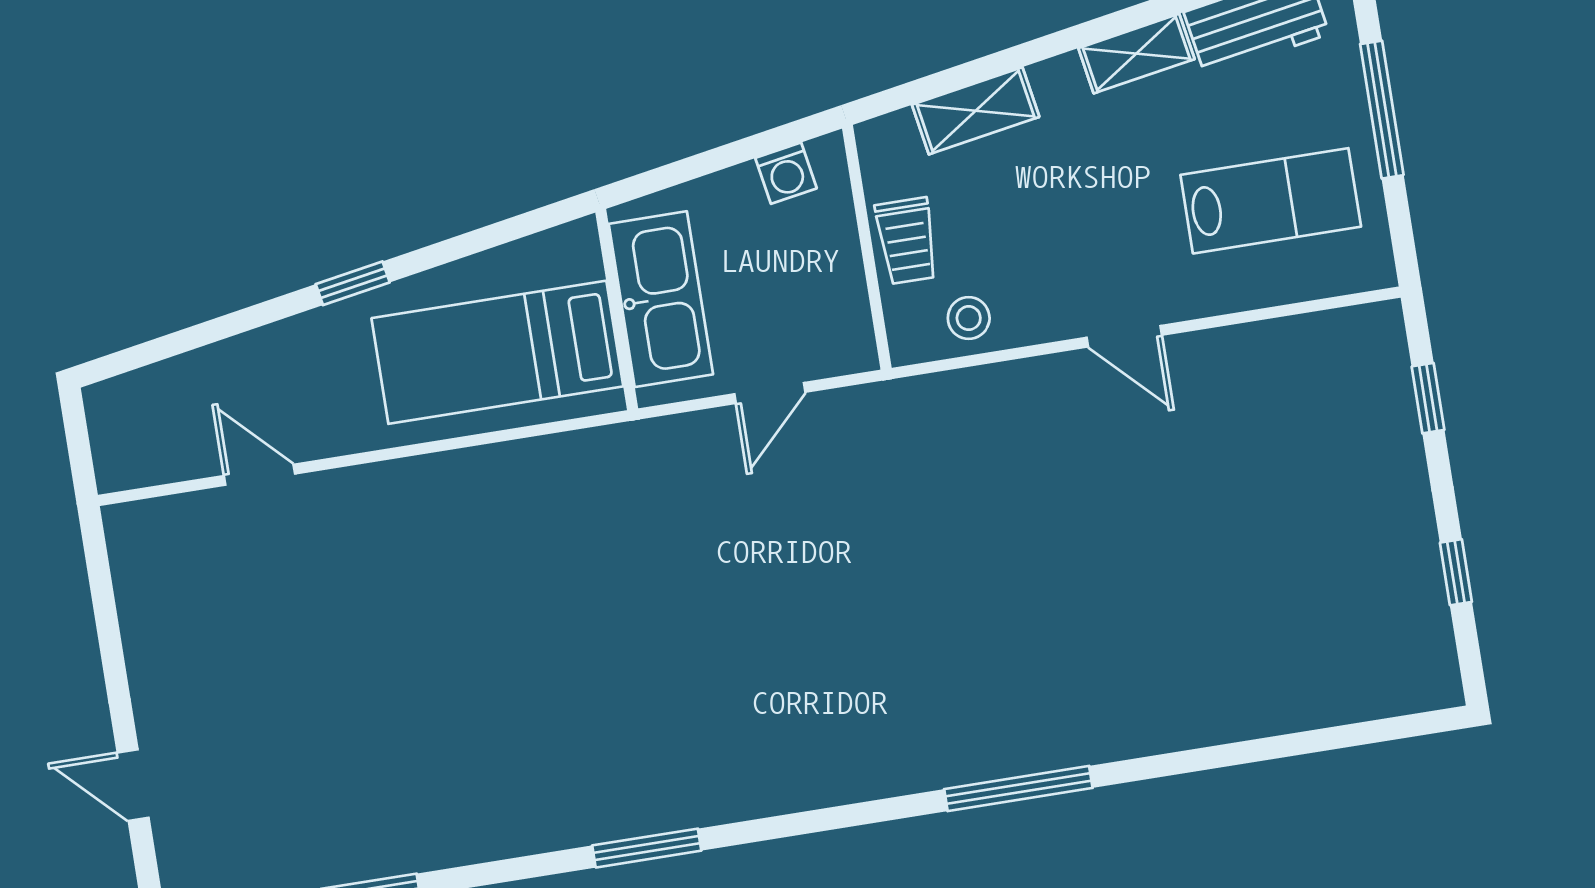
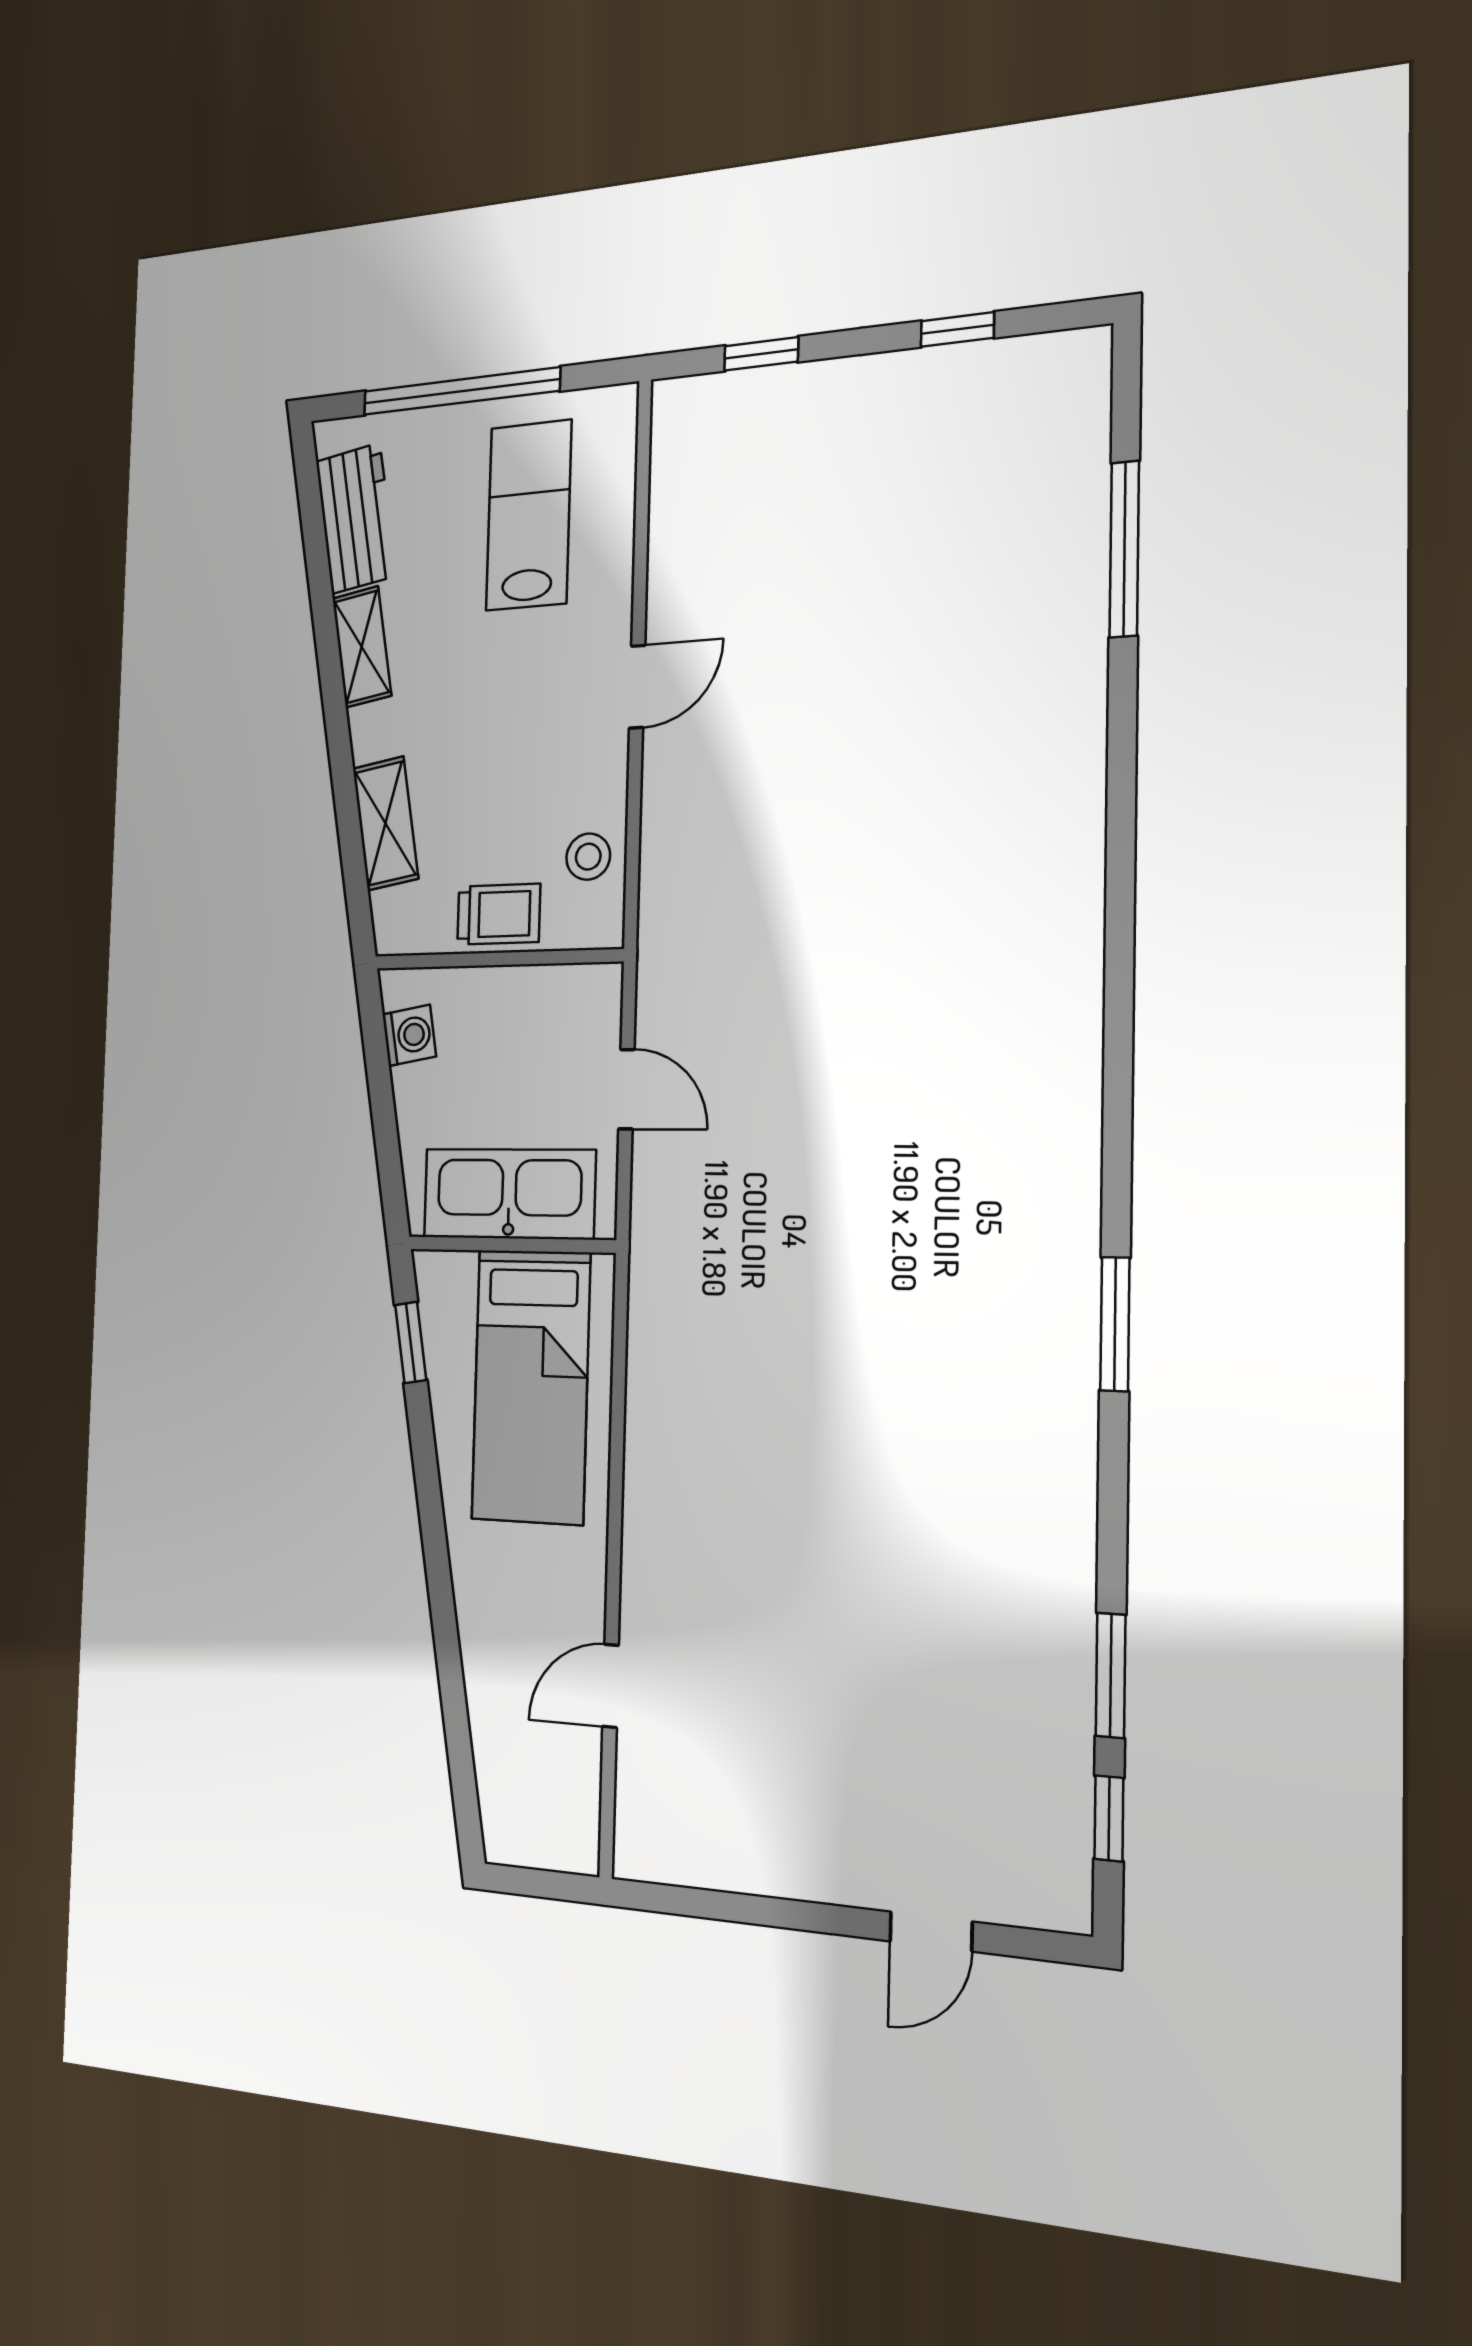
window: (1382, 110) -> (461, 391), width x1.46
window: (353, 283) -> (411, 1342), moved
window: (1018, 788) -> (1124, 549), moved

